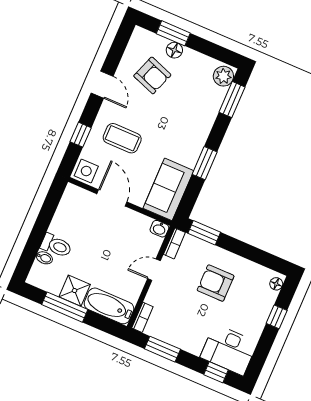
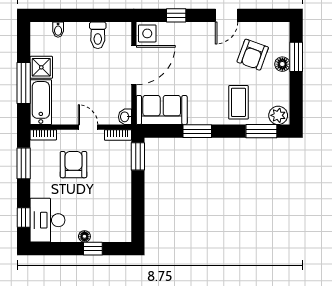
coffee table: (122, 138) -> (238, 102), moved
door: (112, 198) -> (134, 65), width x1.36
toilet: (56, 246) -> (98, 35), moved
armchair: (216, 283) -> (73, 165), moved
floor lamp: (276, 284) -> (84, 236), moved
window: (65, 307) -> (24, 83), moved

